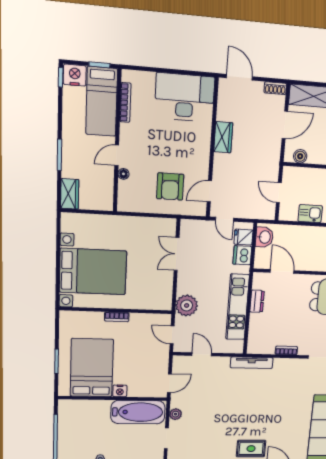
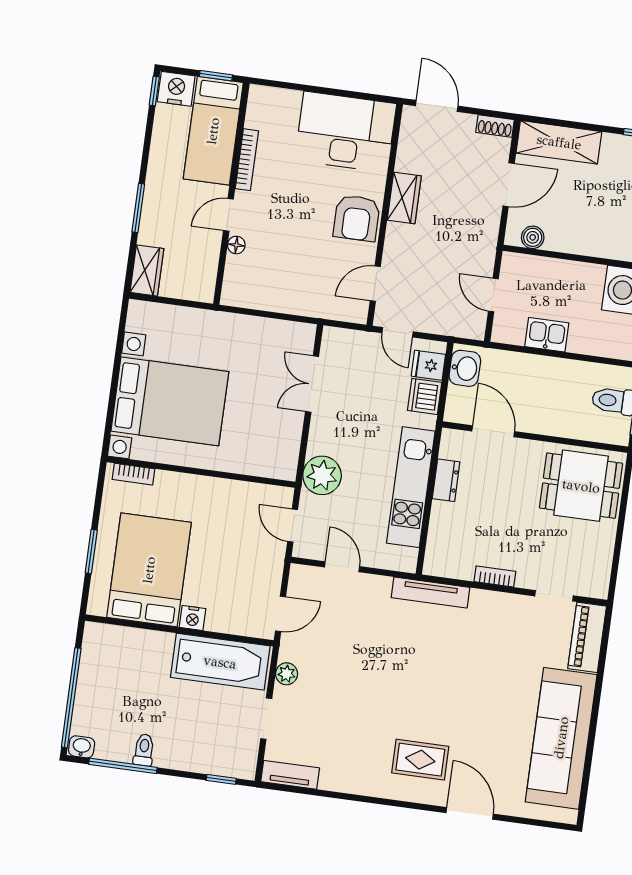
bookcase: (125, 102) -> (247, 160), moved
armchair: (170, 187) -> (357, 218), moved
bookcase: (117, 317) -> (134, 474), moved

